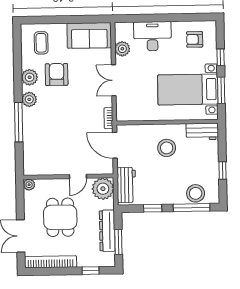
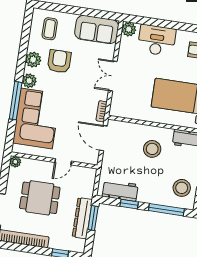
plant: (122, 49) -> (129, 29), moved
corner sofa: (43, 137) -> (37, 118), added
workbench: (126, 185) -> (120, 190), moved, turned -90
plant: (103, 189) -> (85, 177), removed
stool: (196, 193) -> (182, 188), moved
dining table: (60, 217) -> (40, 198), turned 90
window: (118, 242) -> (93, 218), moved

